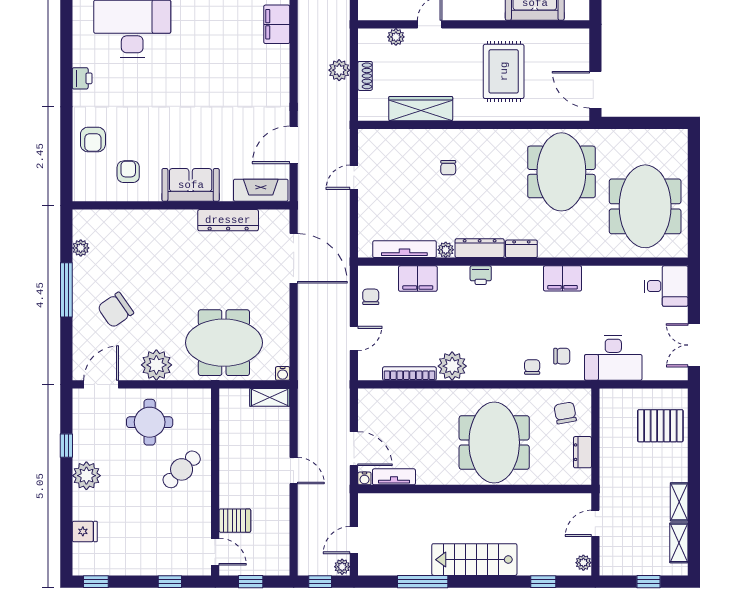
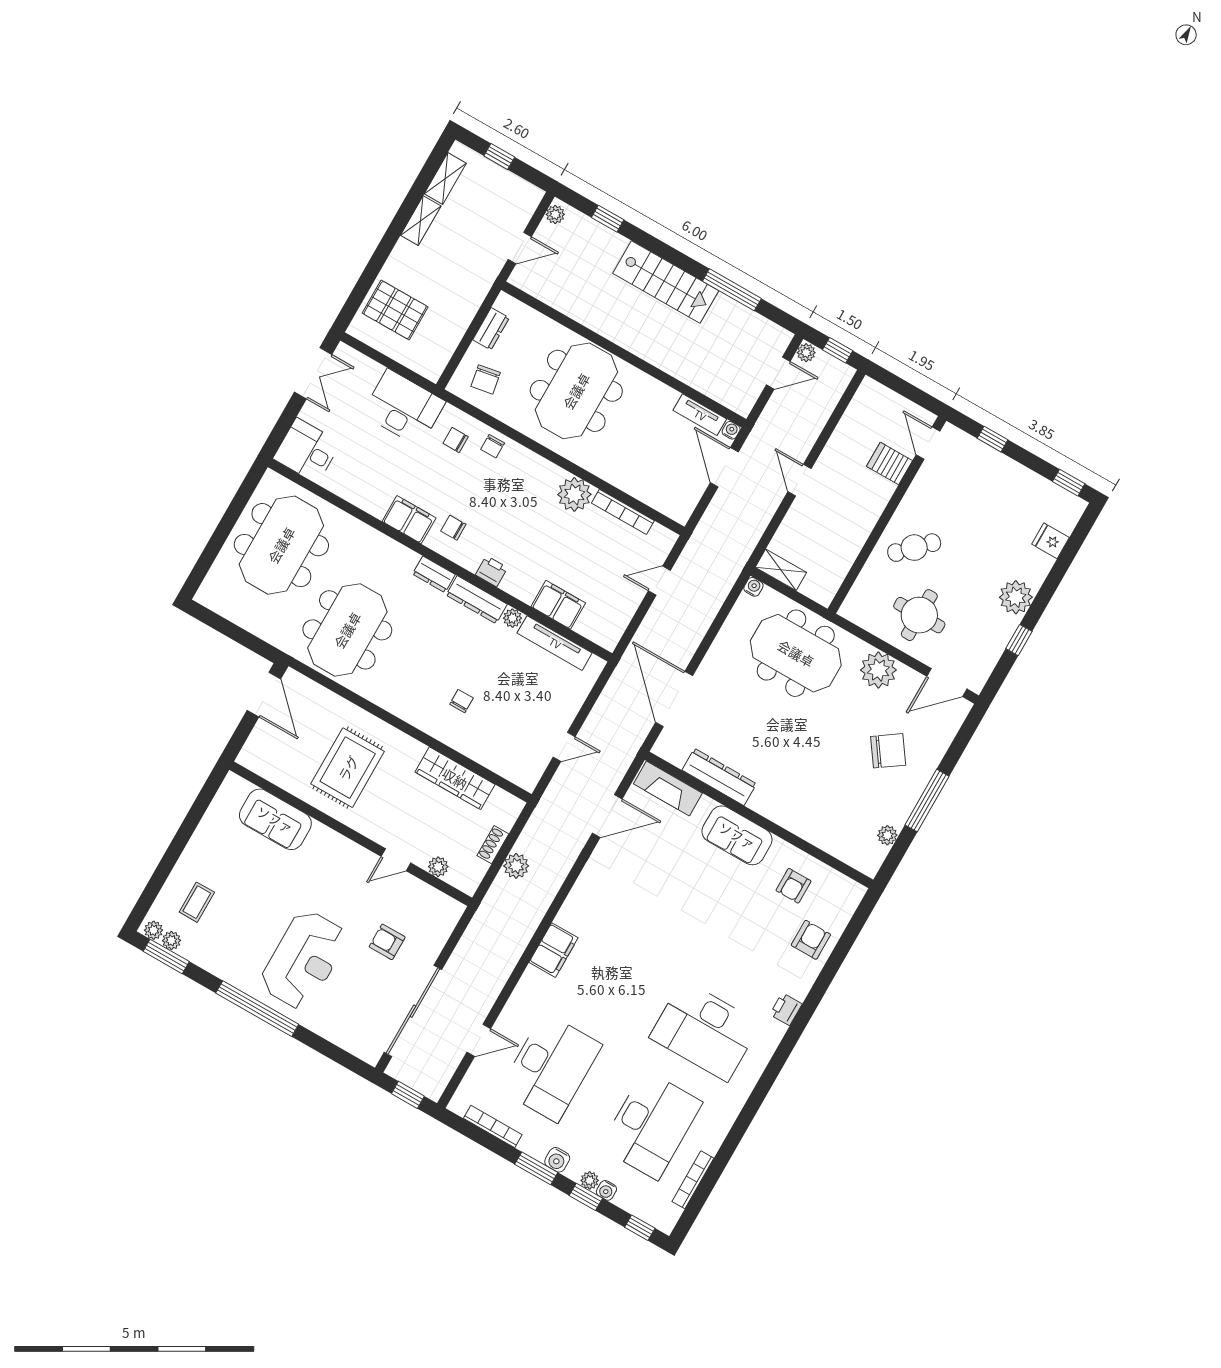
chair: (371, 297) -> (453, 528), moved, turned 90
window: (251, 582) -> (909, 391), removed

